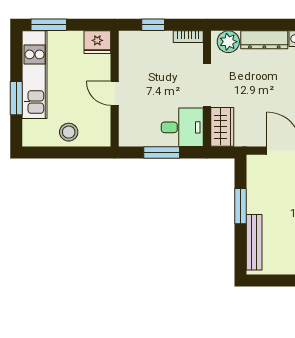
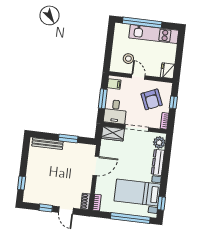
window: (49, 25) -> (180, 45), removed
armchair: (153, 65) -> (152, 99), added
door: (115, 93) -> (138, 77), hinge flipped
window: (16, 98) -> (142, 23), width x2.11
stool: (69, 132) -> (128, 59), moved
filing cabinet: (133, 135) -> (114, 84), added

